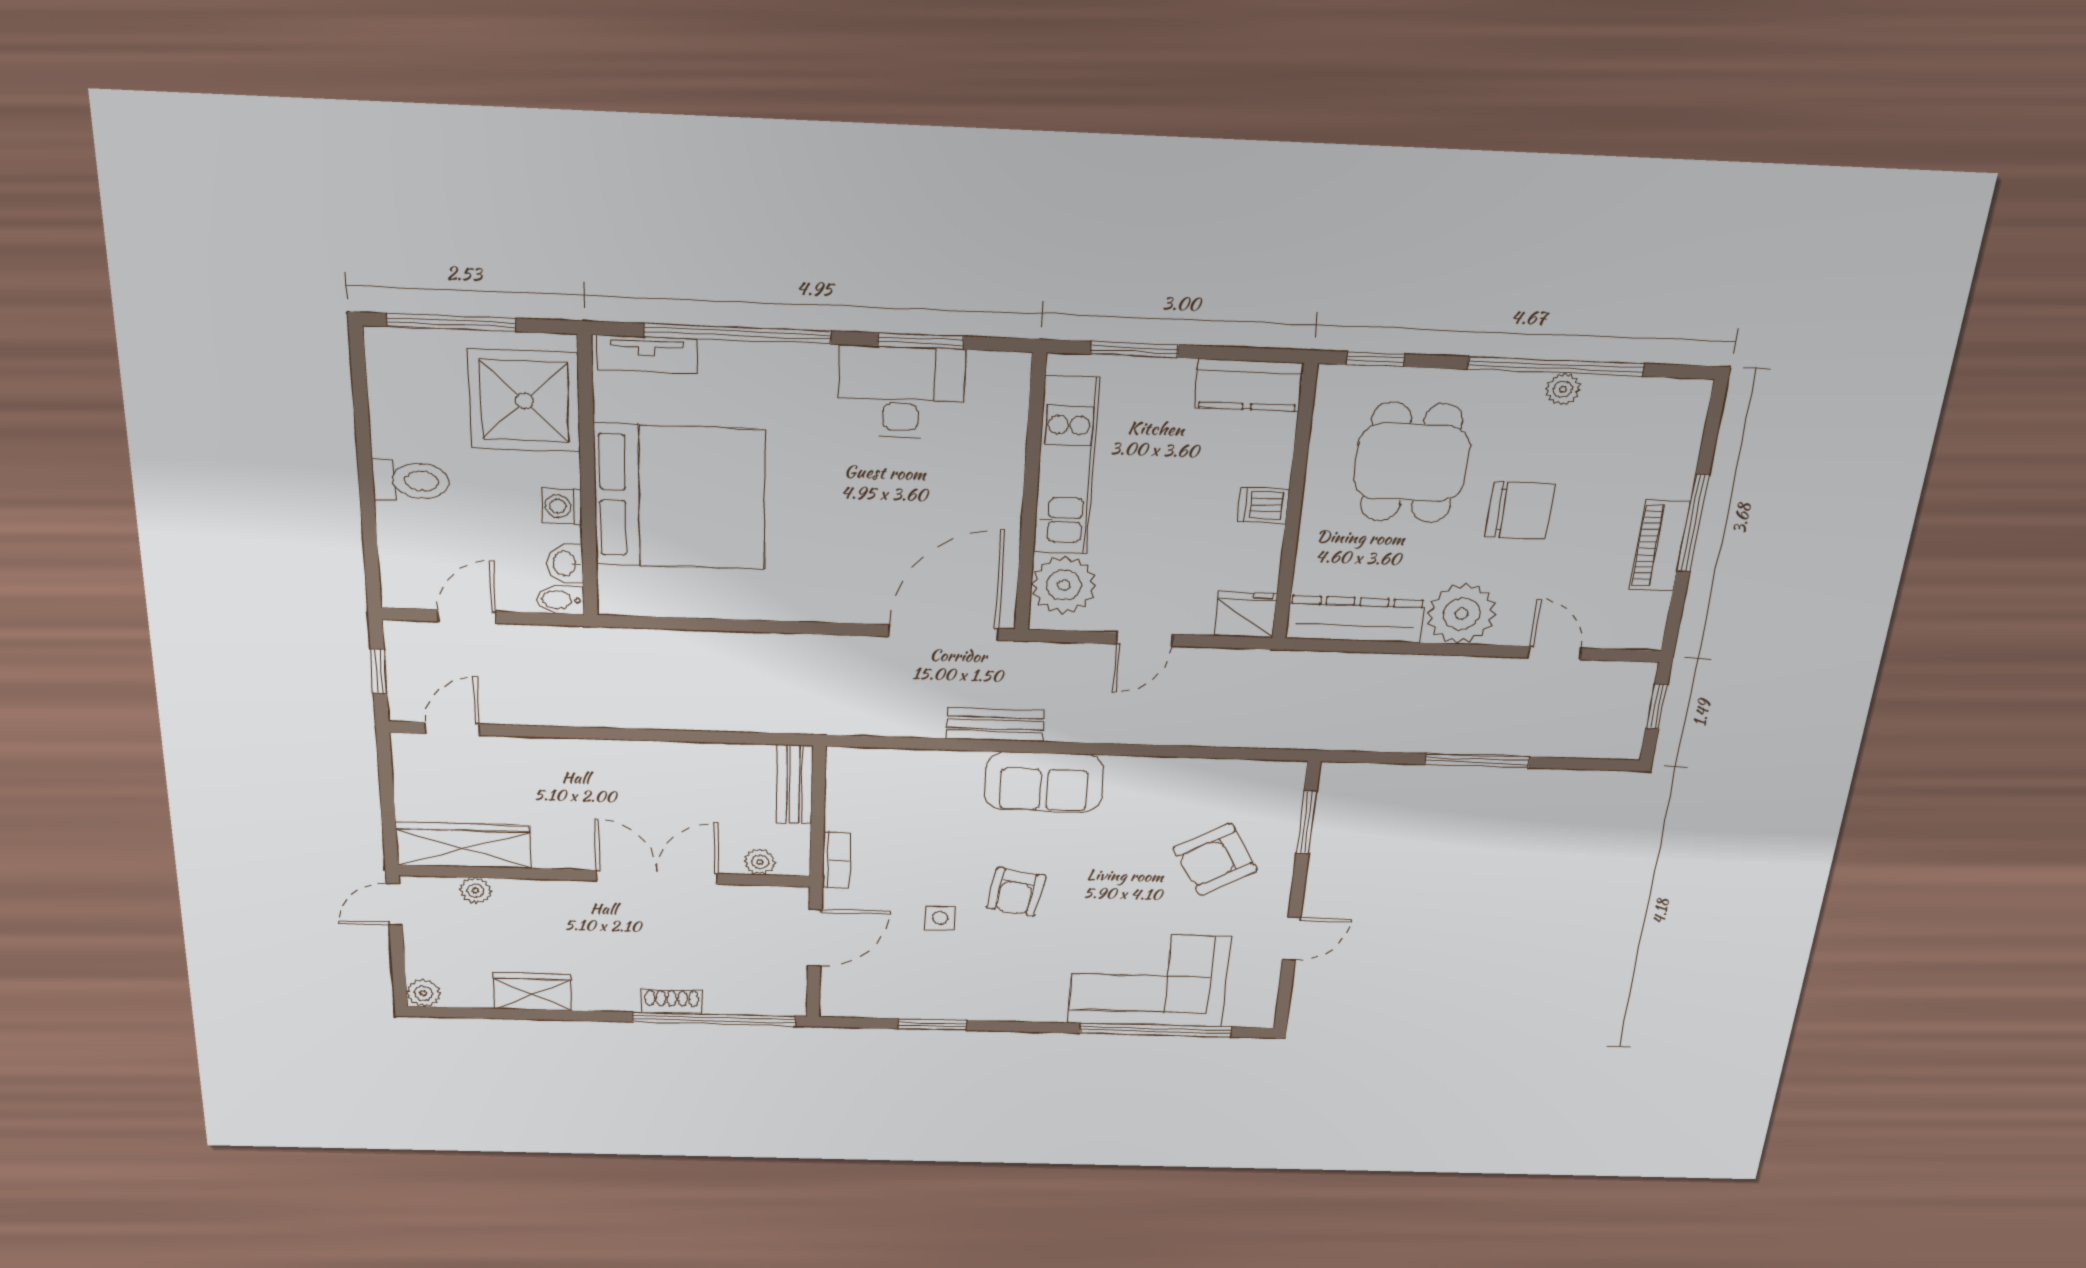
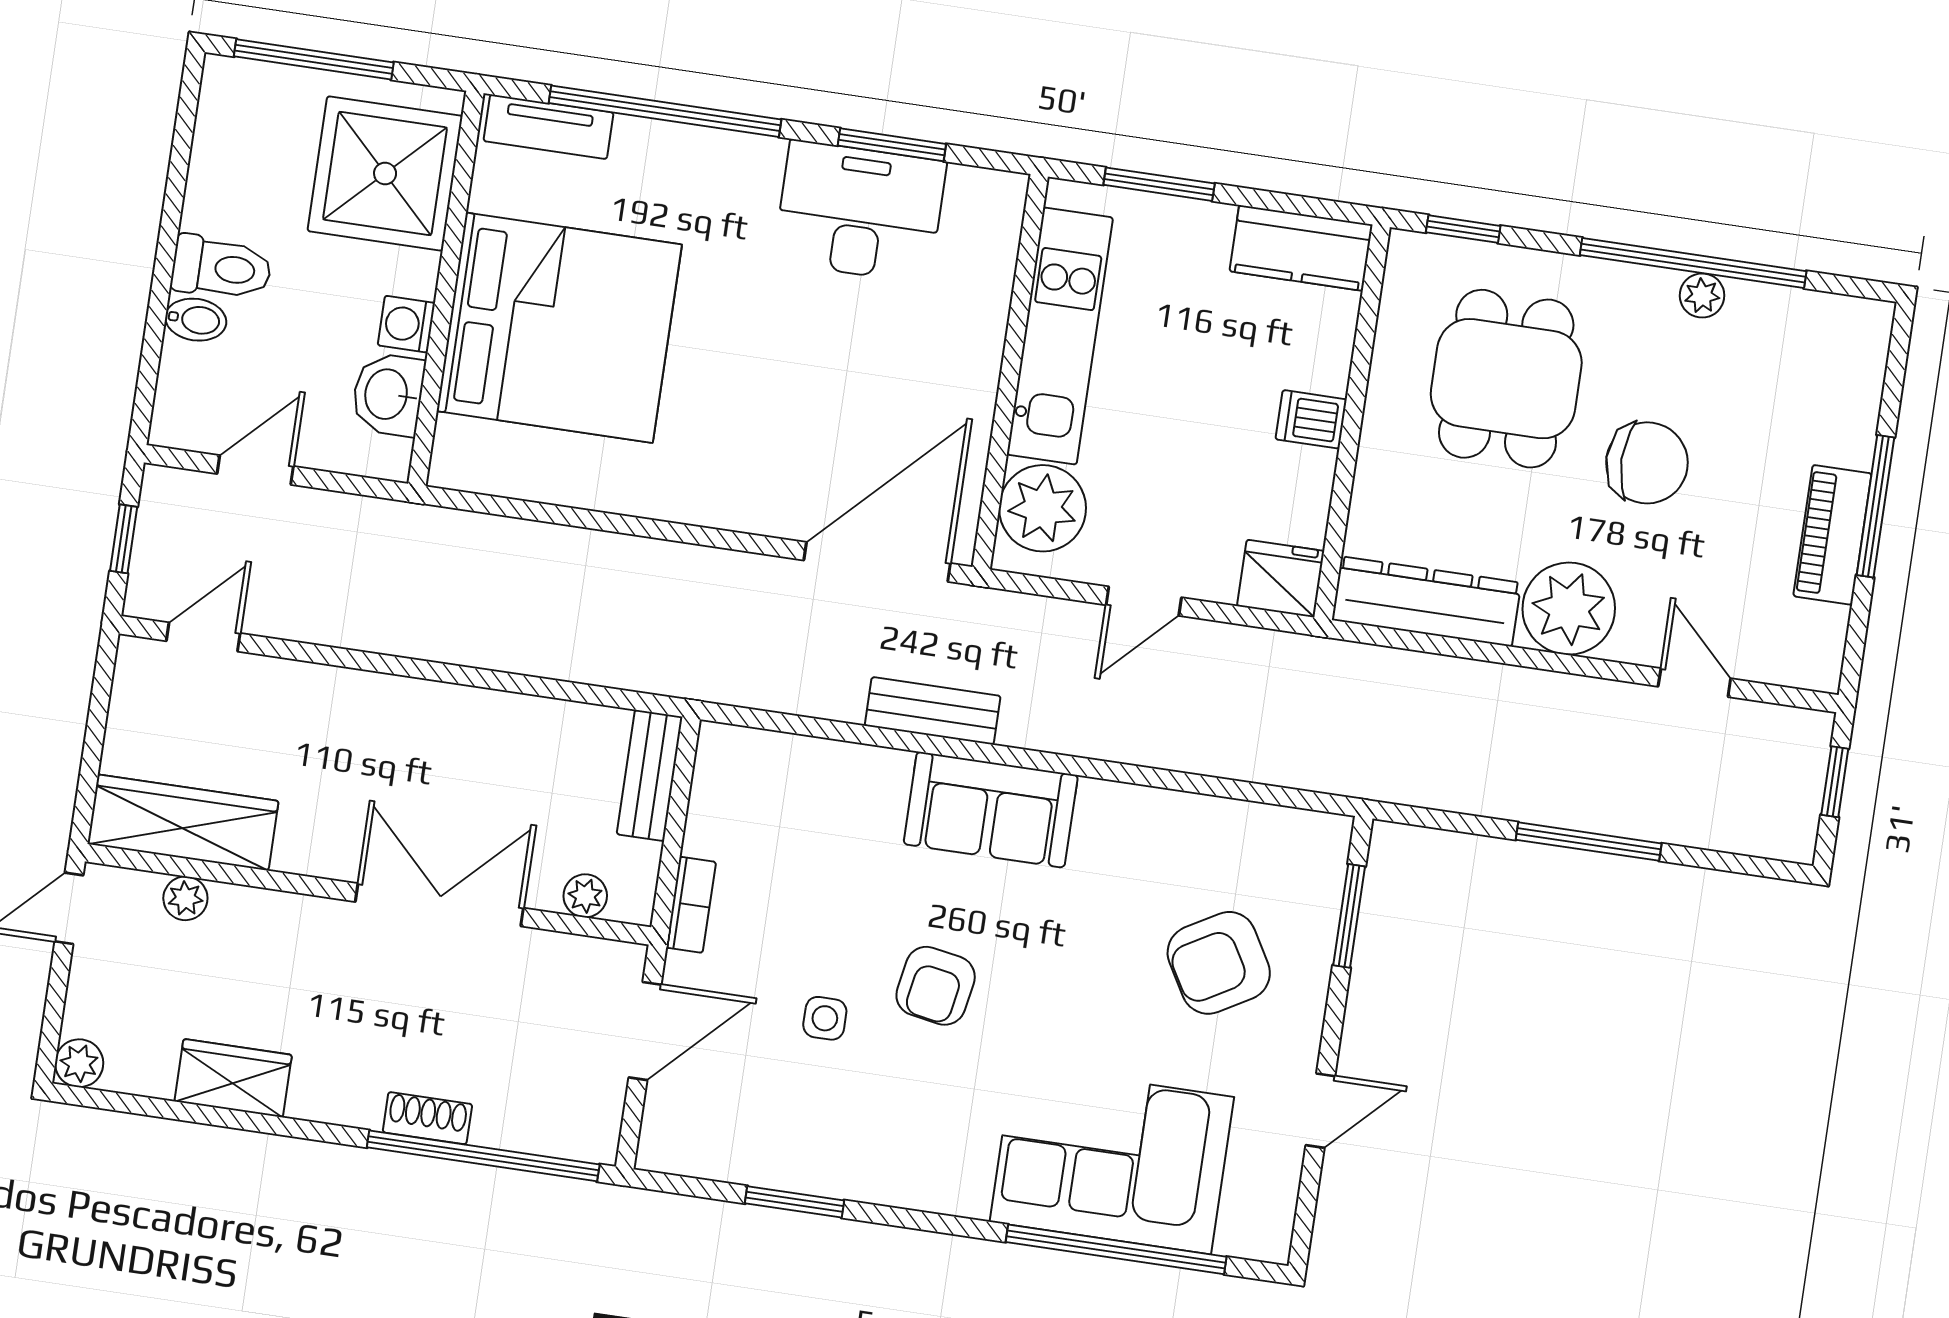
washbasin: (565, 564) -> (388, 394), width x1.38, depth x1.45
bidet: (560, 600) -> (196, 320), moved, turned 180

